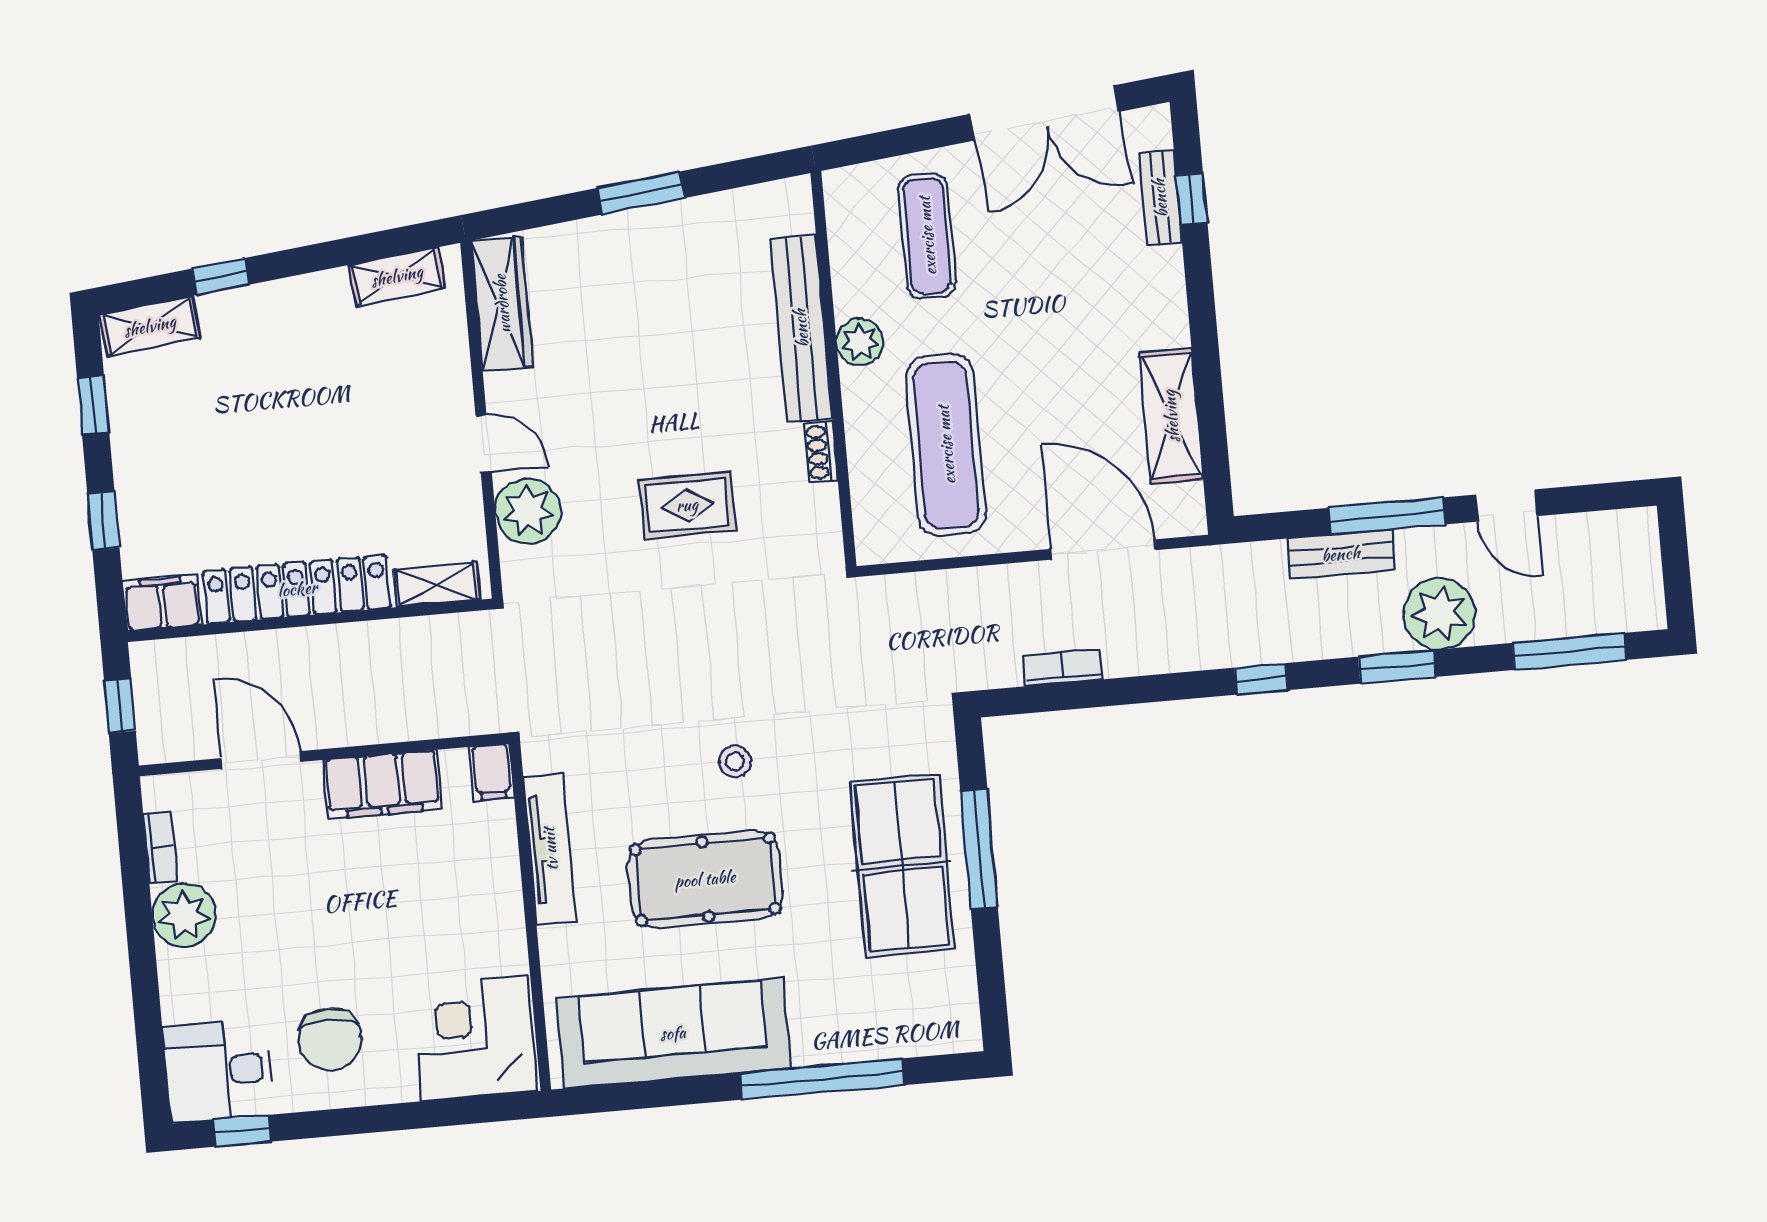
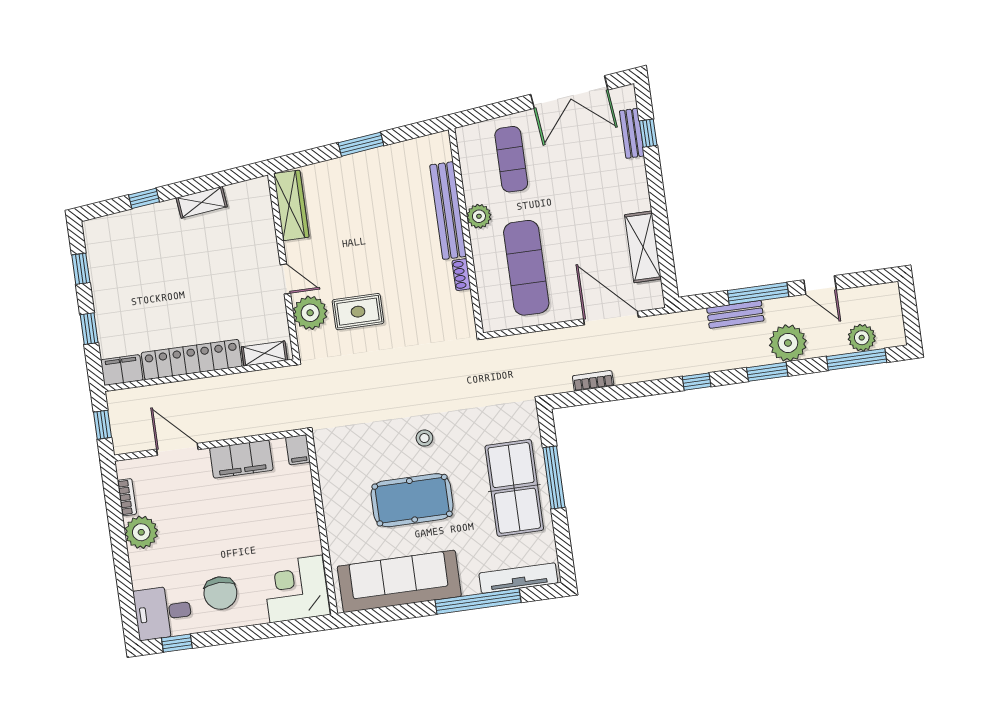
shelving: (397, 276) -> (202, 202), moved
shelving: (150, 326) -> (108, 226), removed
rug: (687, 505) -> (358, 312), moved
plant: (1581, 610) -> (862, 338), added
tv unit: (550, 849) -> (518, 578), moved, turned -90

